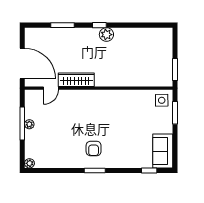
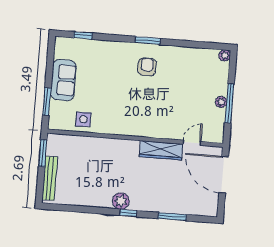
bench: (167, 49) -> (50, 178), added
side table: (162, 100) -> (83, 119), moved
sofa: (163, 151) -> (63, 80), moved

